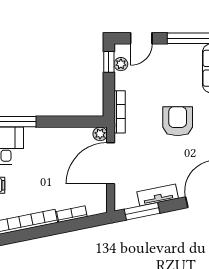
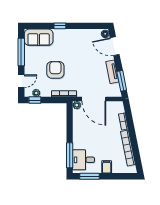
door: (141, 38) -> (21, 81), hinge flipped
armchair: (178, 121) -> (55, 70), moved, turned 90

